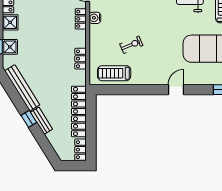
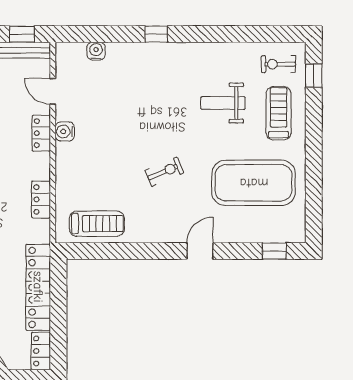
exercise bike: (131, 45) -> (164, 172), moved
treadmill: (114, 73) -> (97, 224), turned 180

